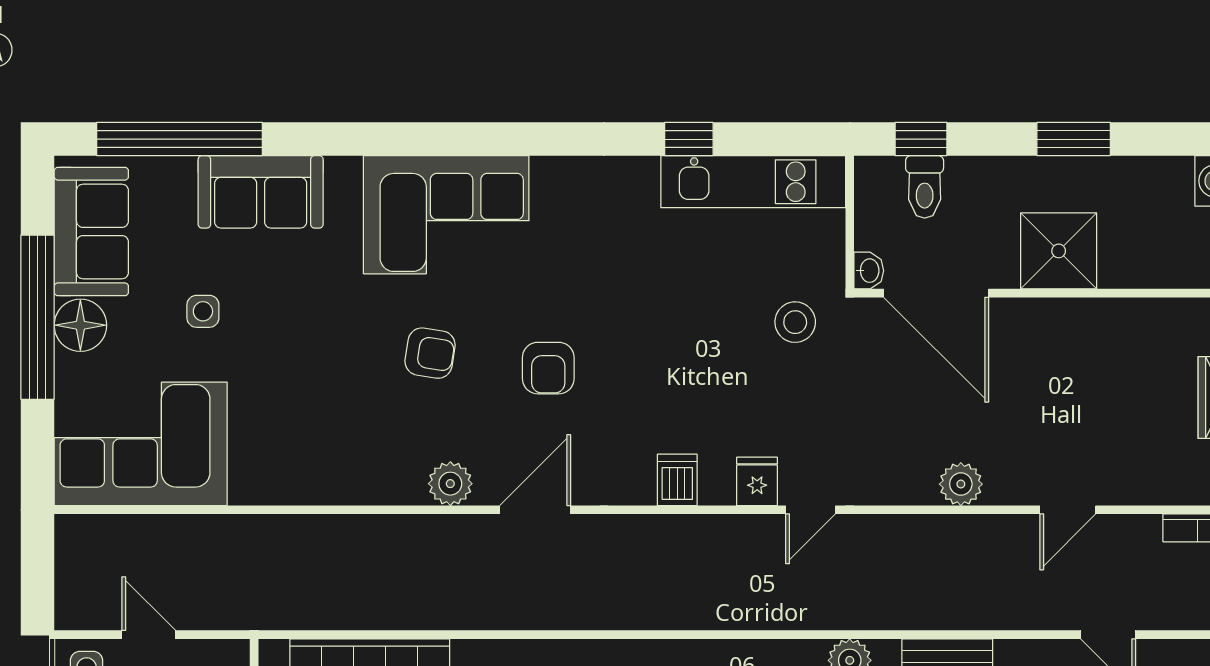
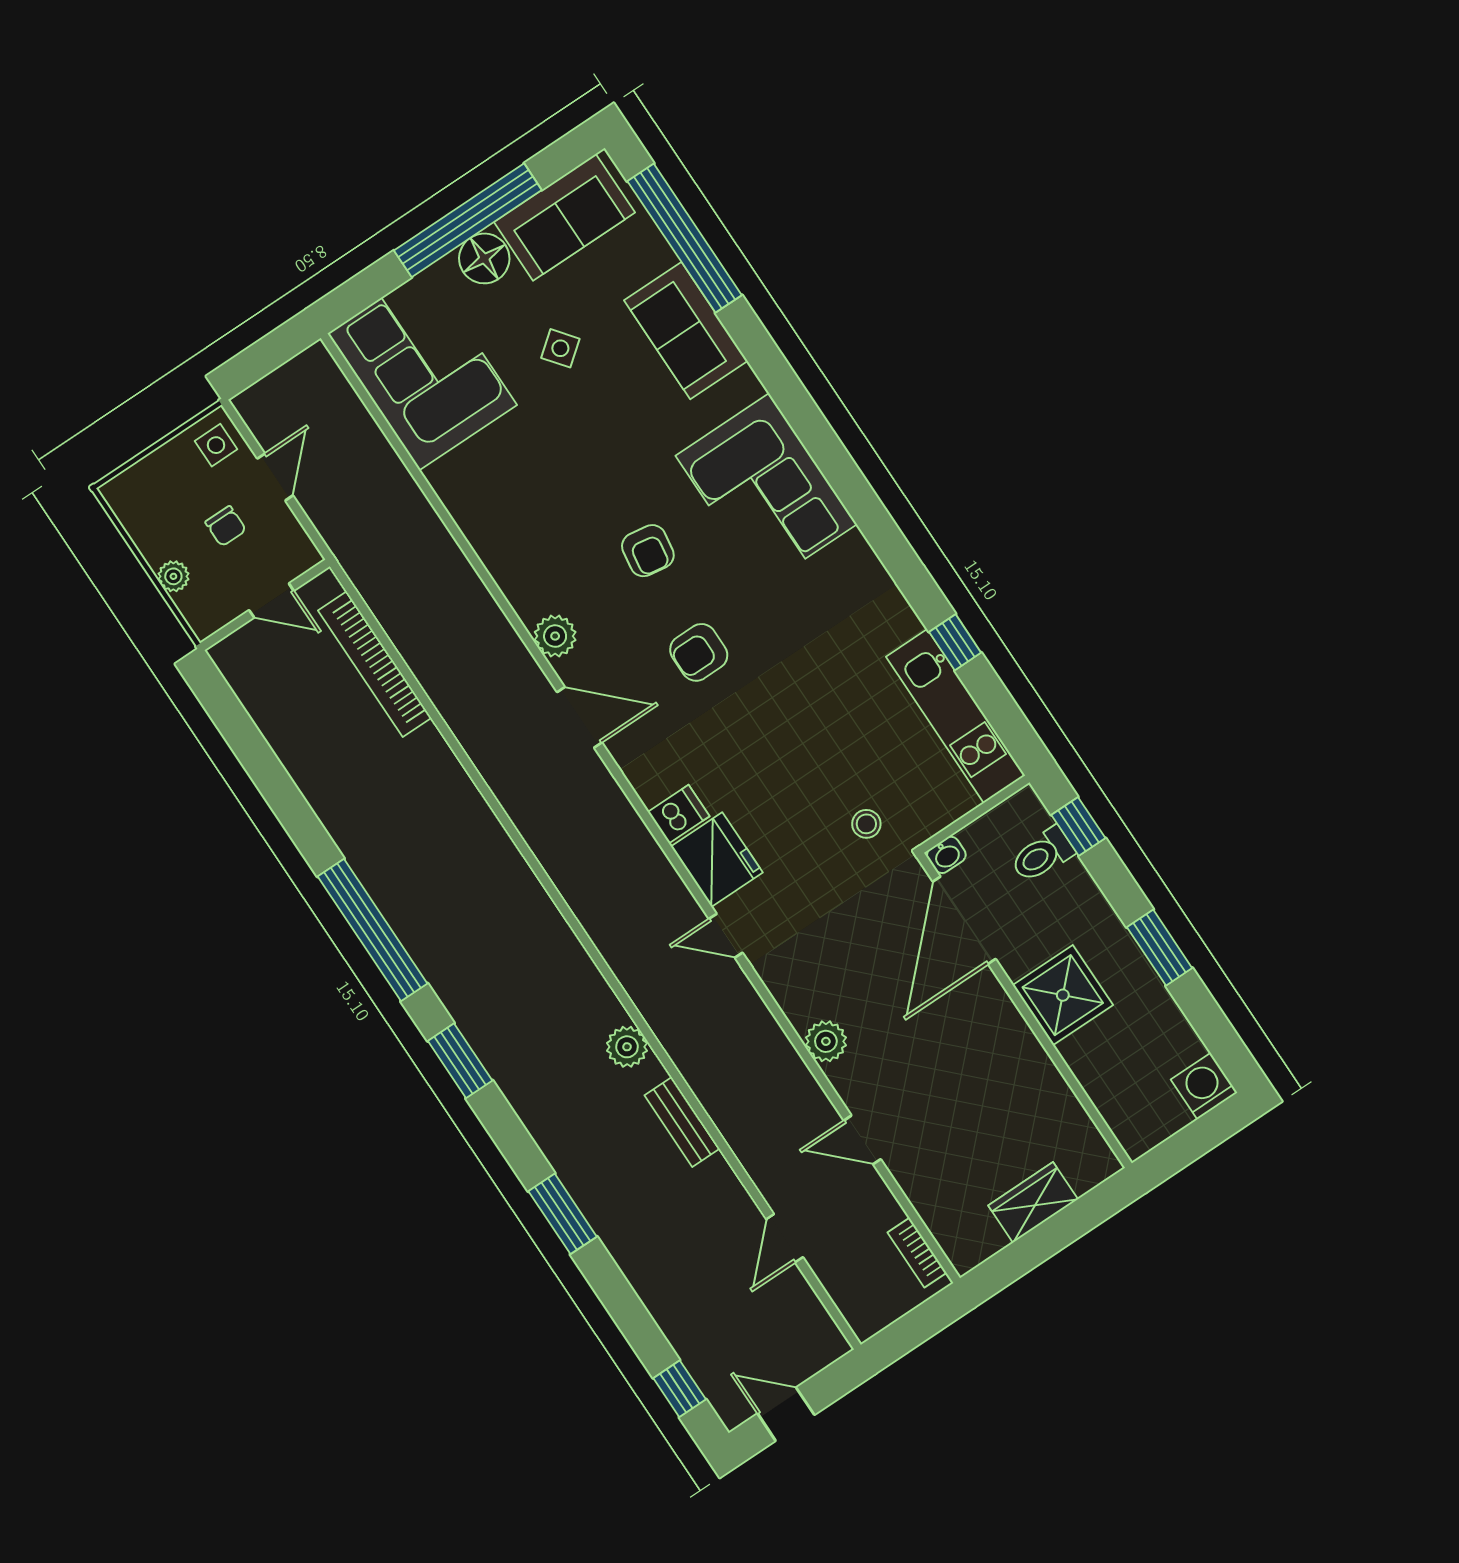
side table: (203, 311) -> (560, 348), turned -38
stool: (795, 322) -> (866, 824), width x0.73, depth x0.73
fridge: (757, 481) -> (717, 860), width x1.88, depth x1.34

